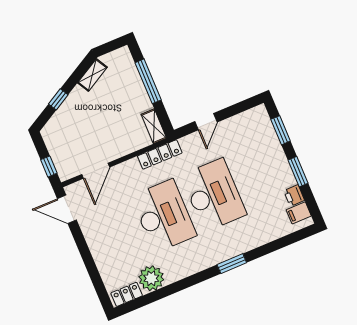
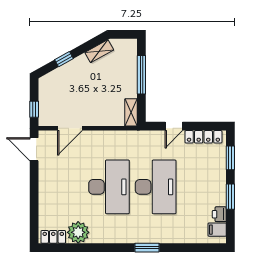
locker: (160, 154) -> (203, 137), moved

